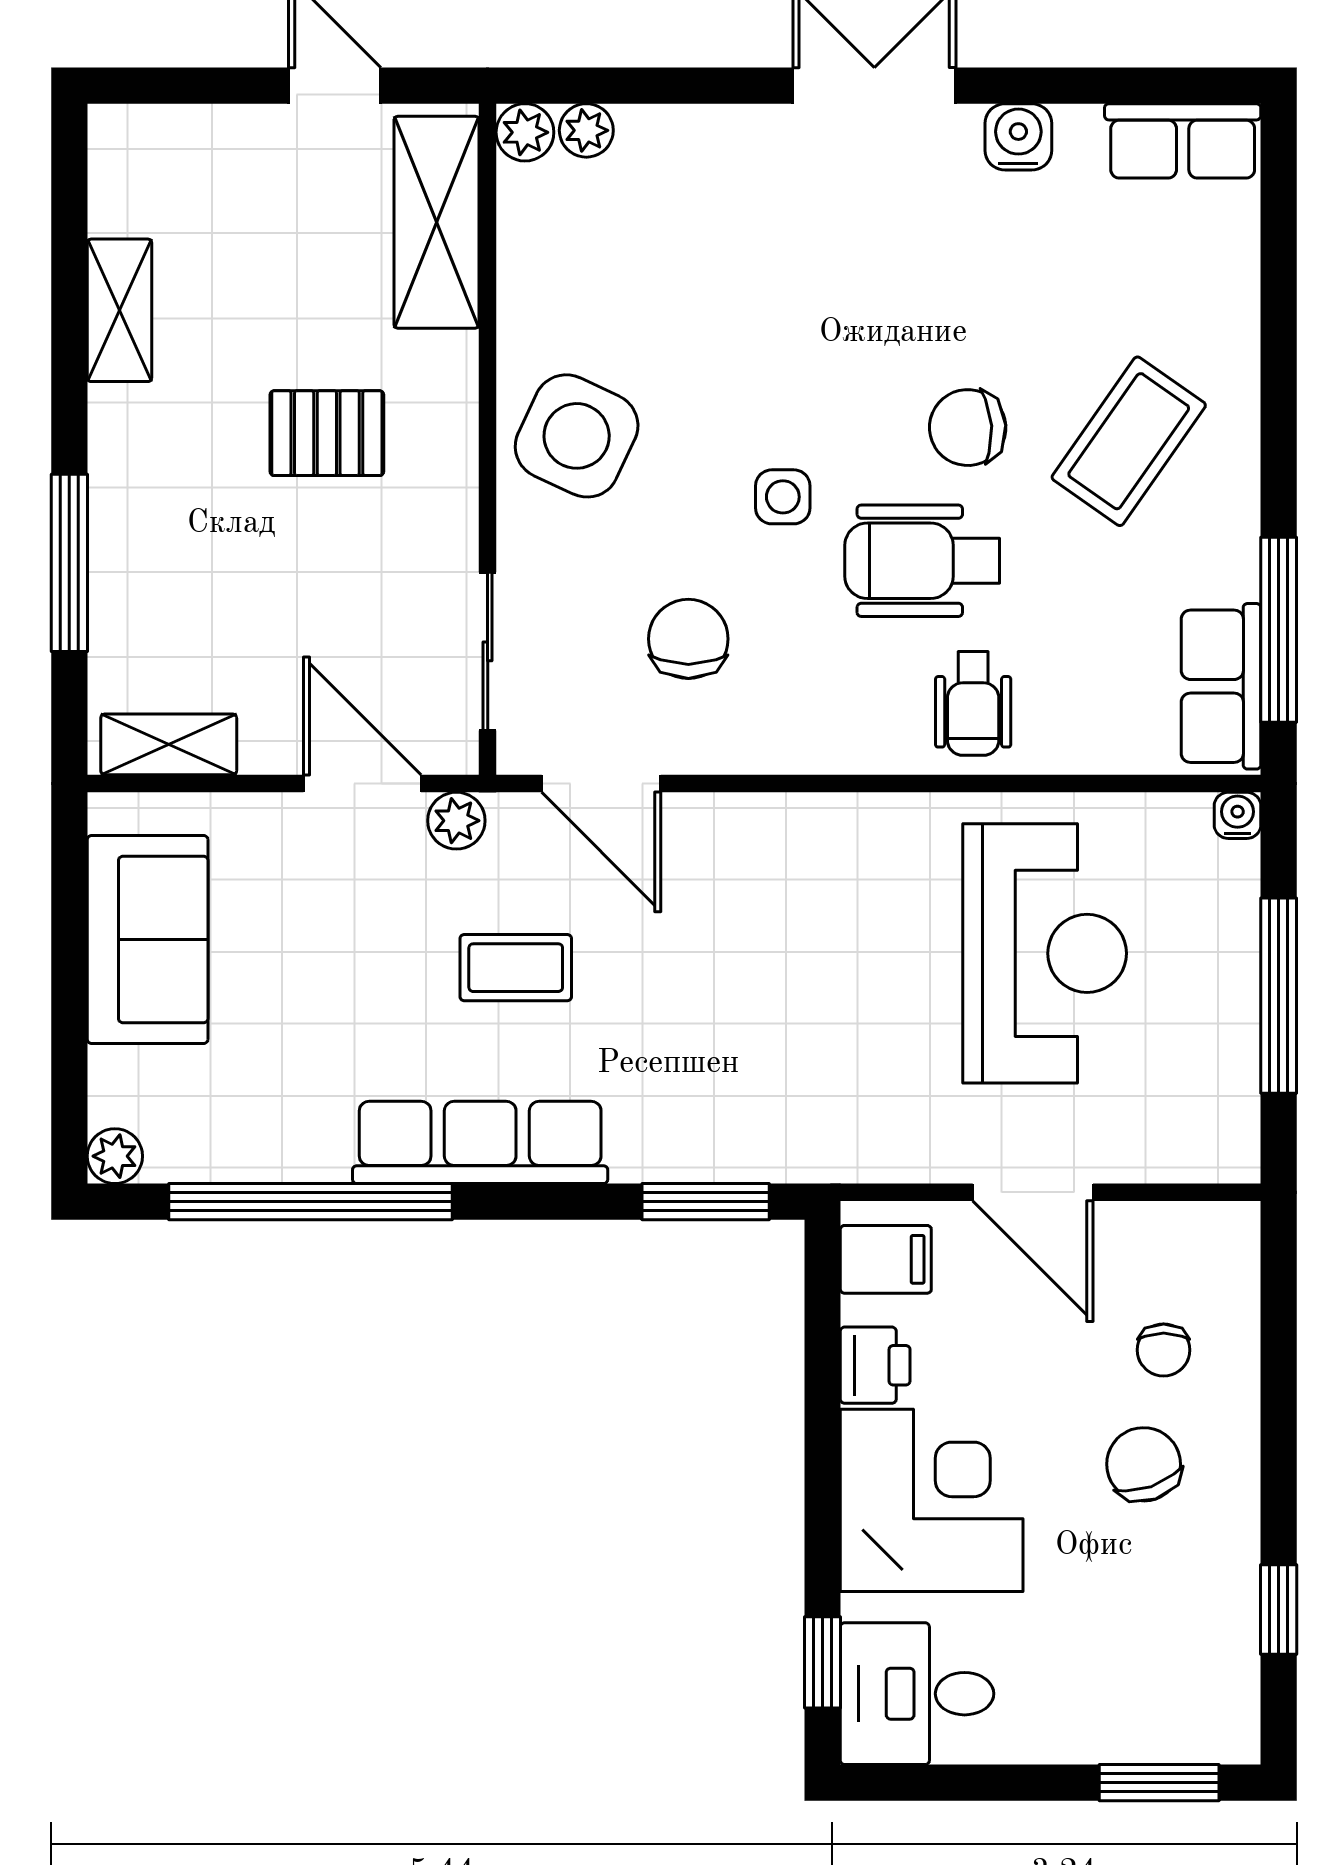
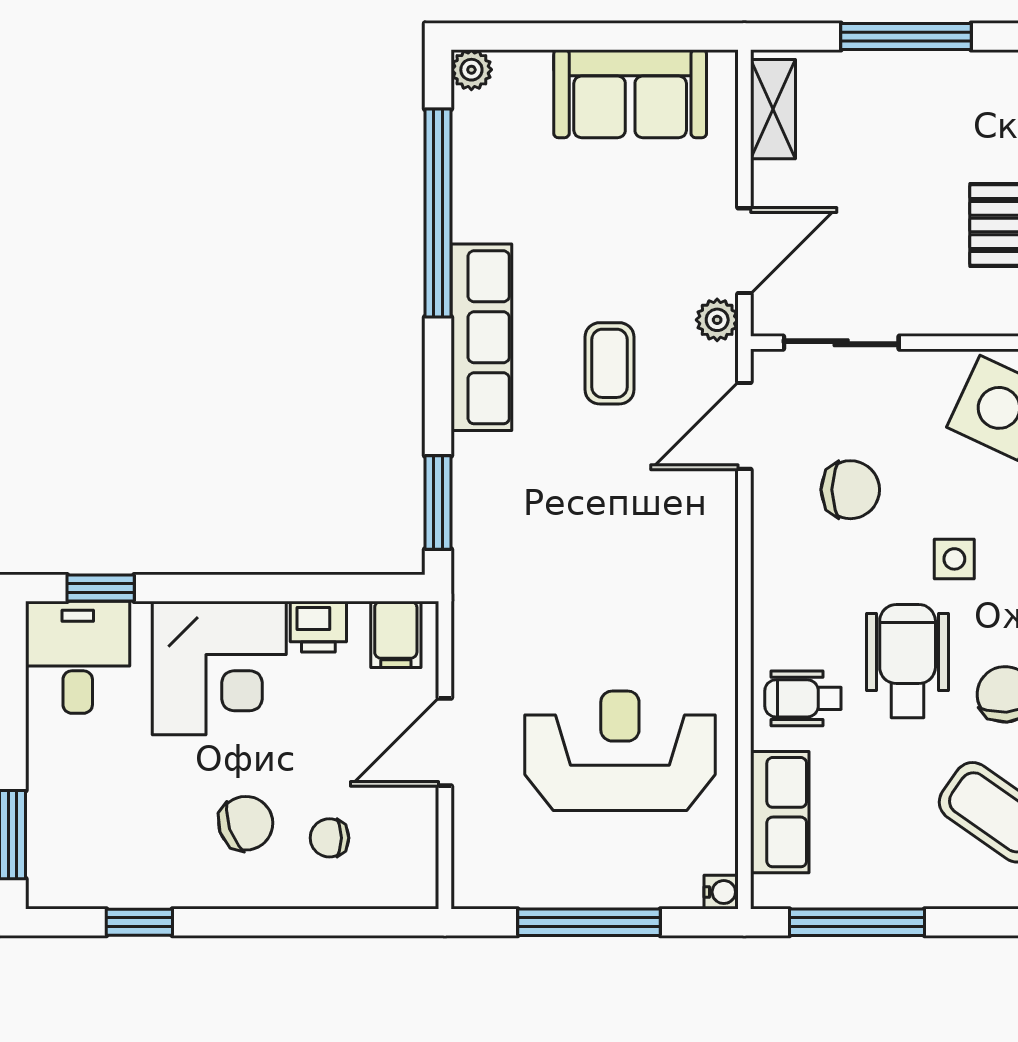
row of seats: (1221, 686) -> (780, 812), moved, turned 90
reception desk: (1045, 953) -> (620, 751), turned 180

